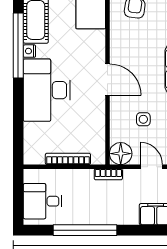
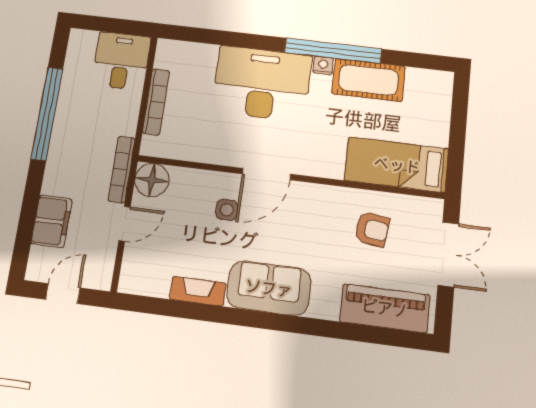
side table: (143, 119) -> (227, 210), moved
bookcase: (108, 174) -> (122, 169), width x1.56
desk: (43, 201) -> (121, 61), moved

